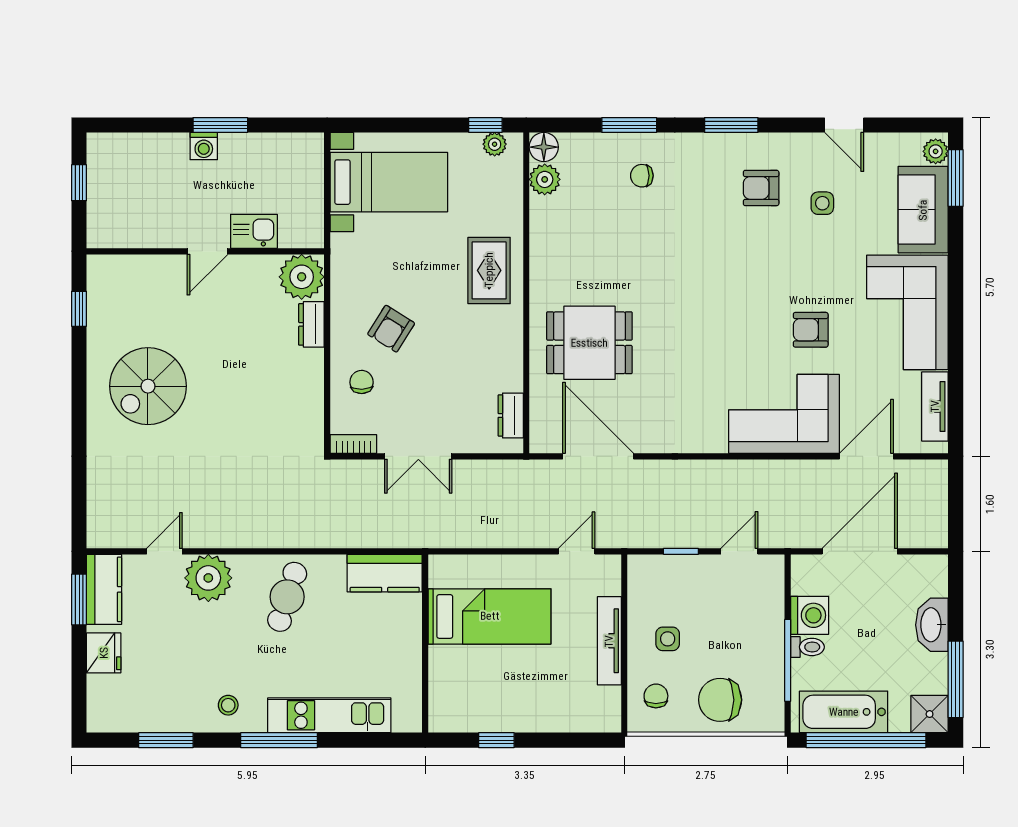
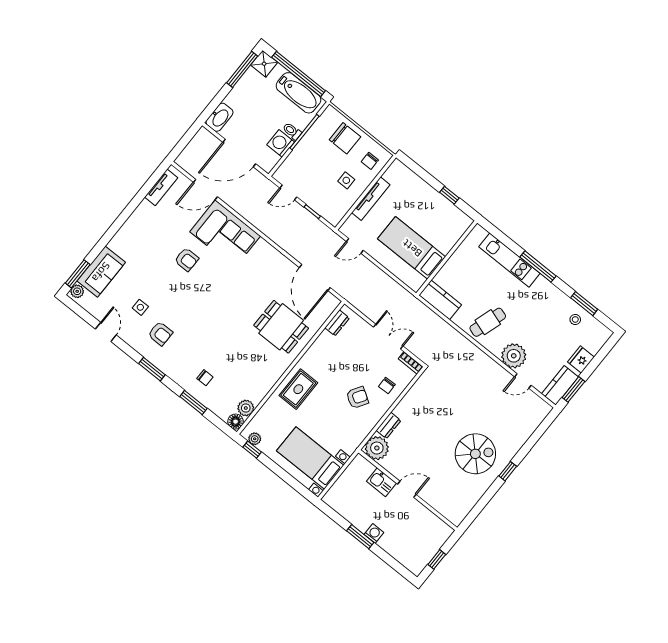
window: (79, 309) -> (508, 471), moved
corner sofa: (907, 312) -> (141, 235), removed
washbasin: (932, 625) -> (220, 117), moved
stool: (228, 705) -> (575, 319), moved

